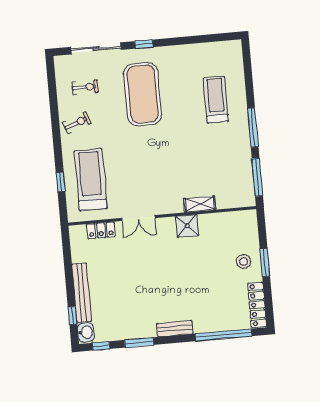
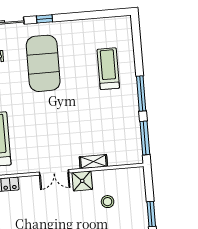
double door: (138, 218) -> (54, 172), moved
stool: (244, 261) -> (108, 202), moved

